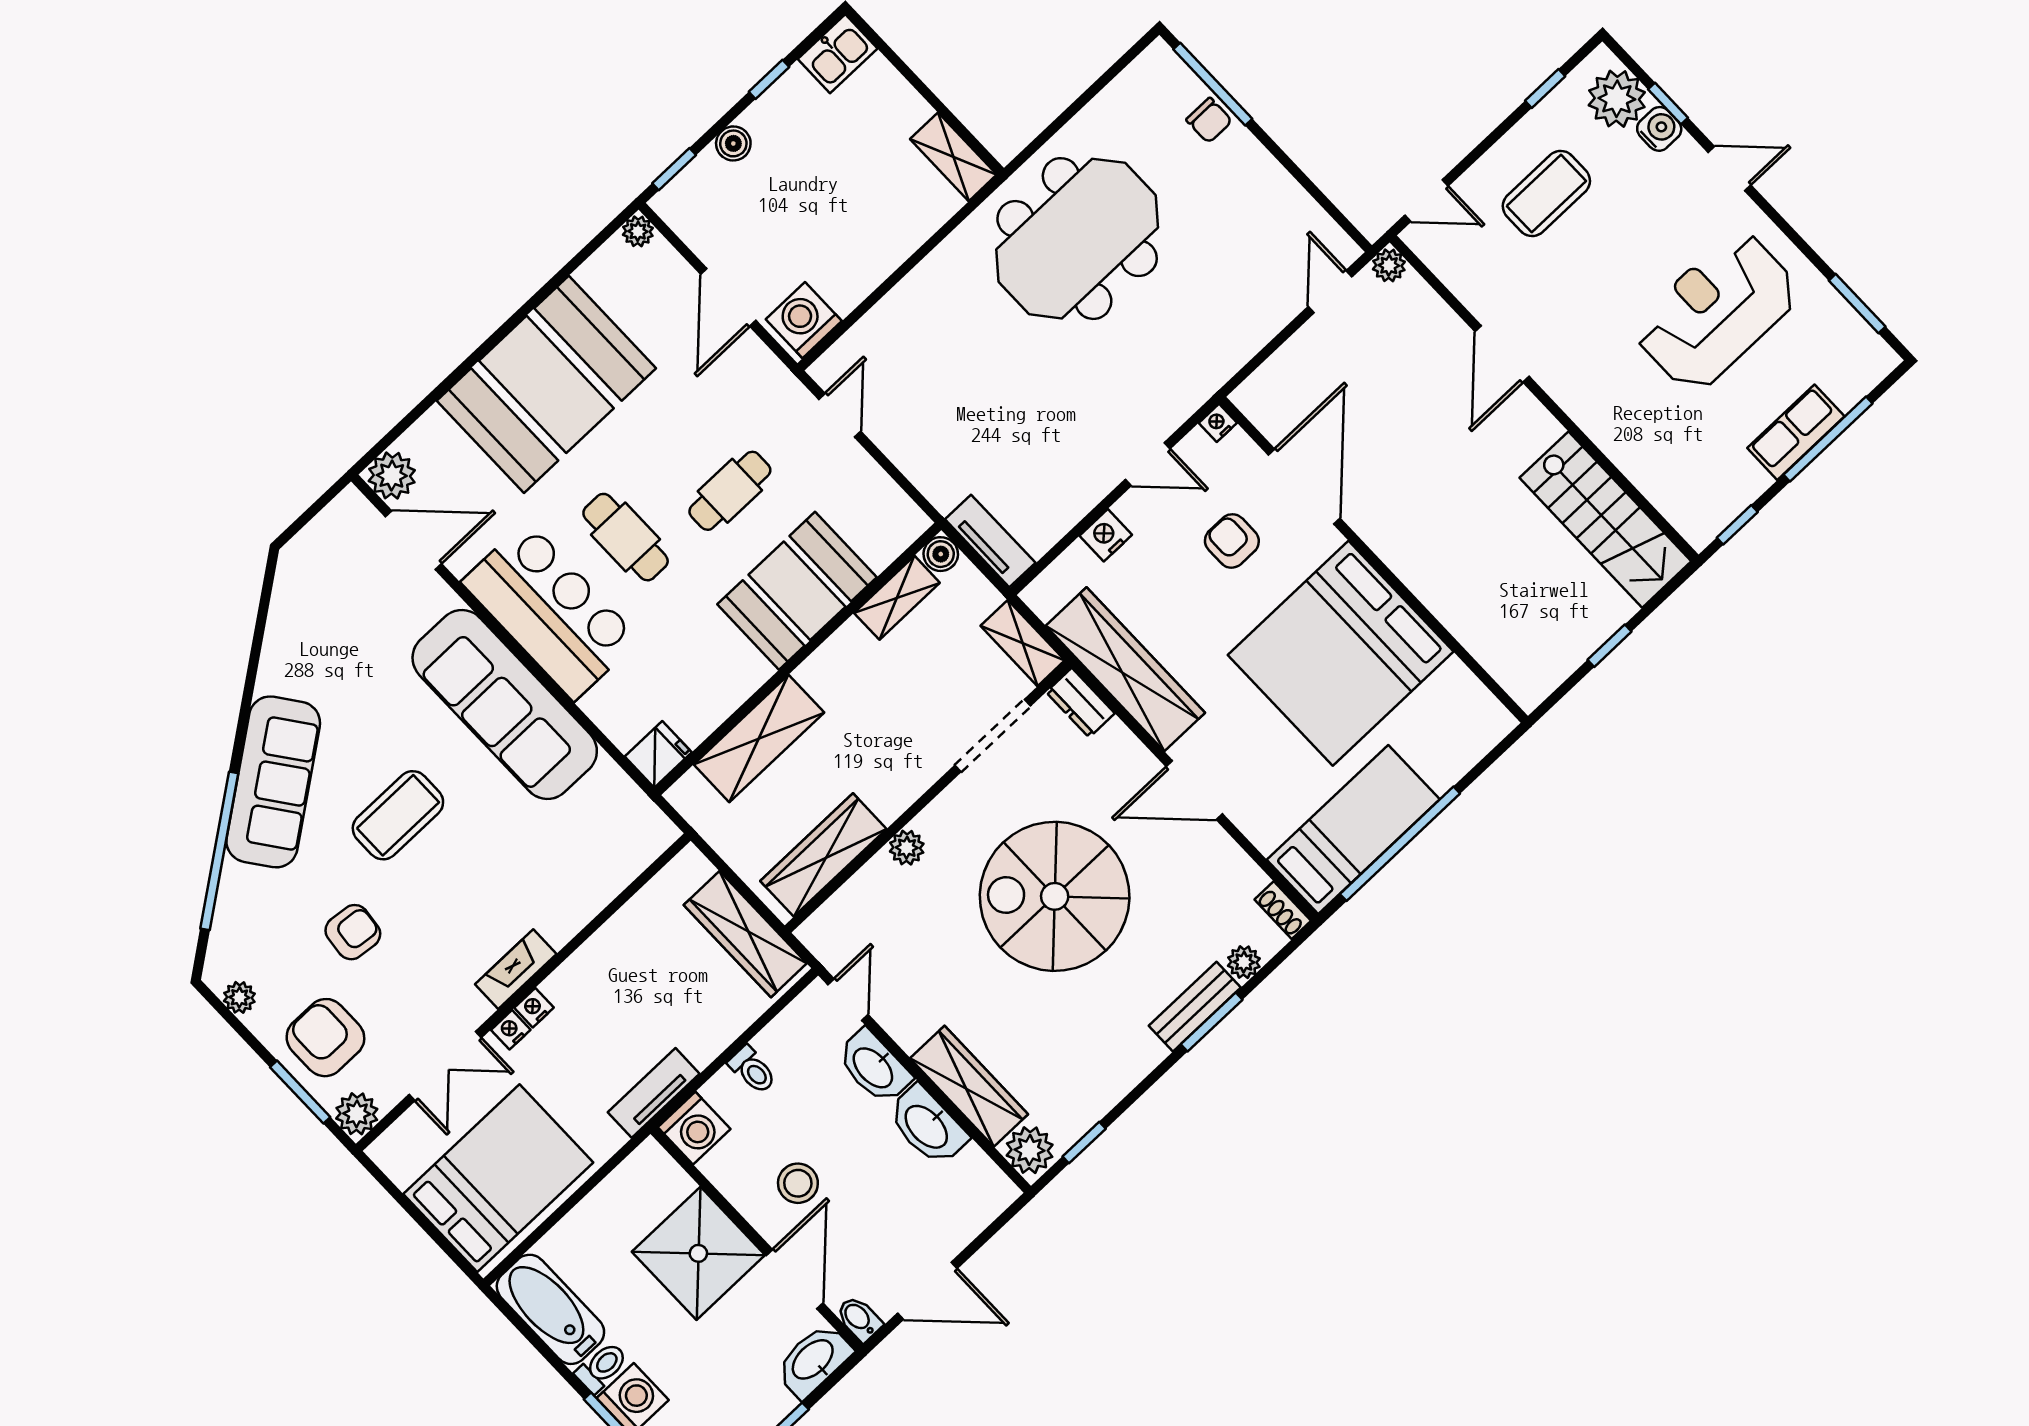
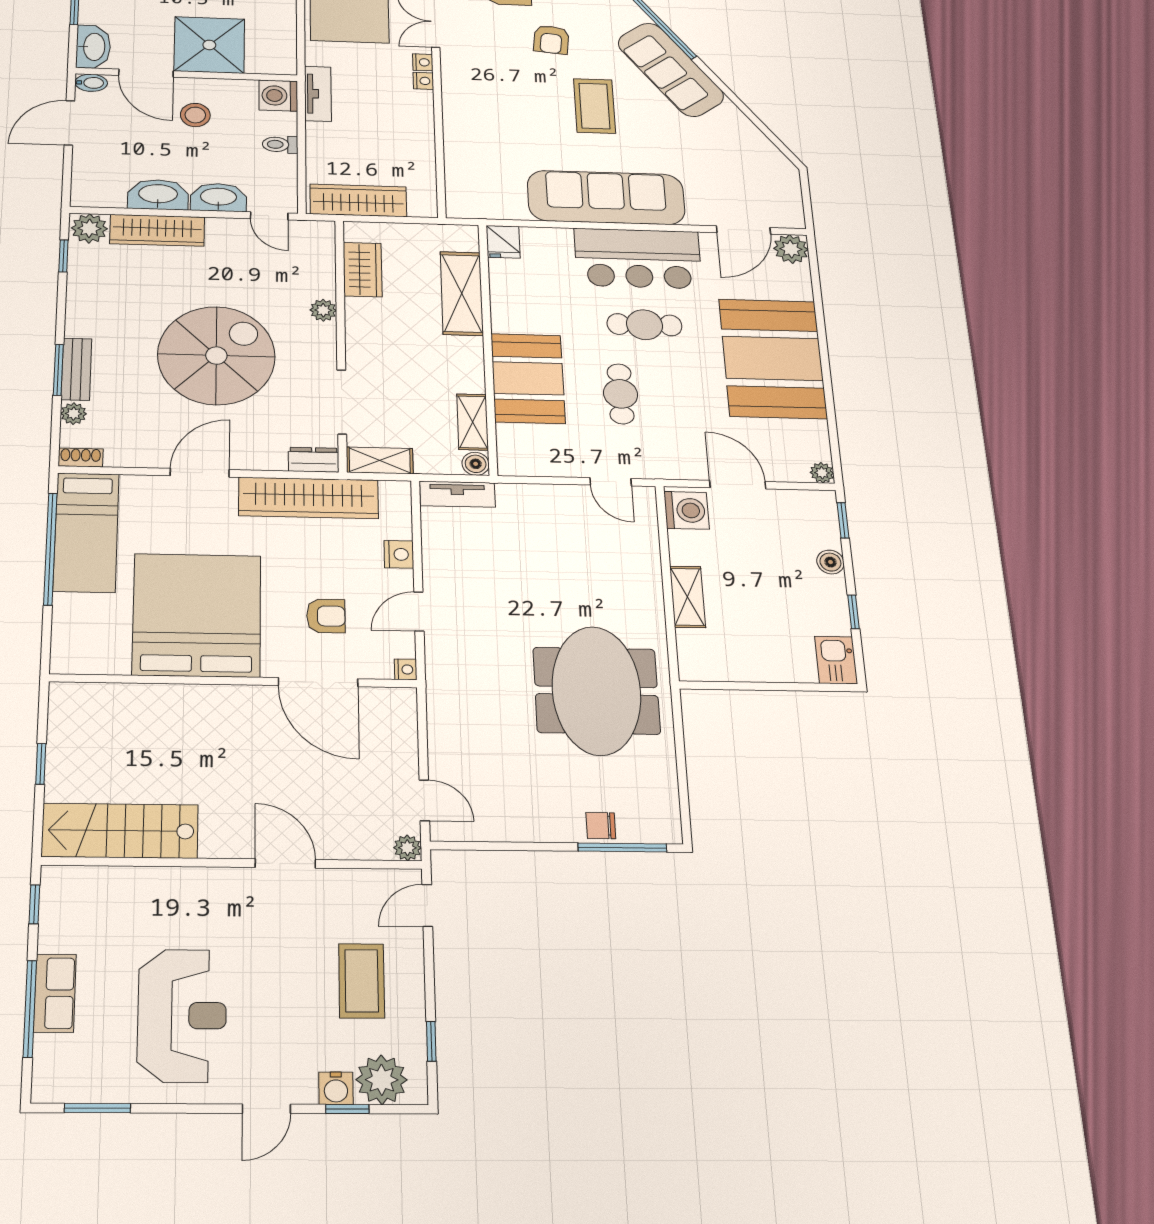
shelving: (953, 157) -> (688, 597), moved, turned 90
wardrobe: (823, 855) -> (363, 270), width x0.67
fireplace: (516, 969) -> (453, 90), removed

